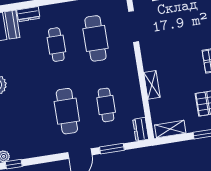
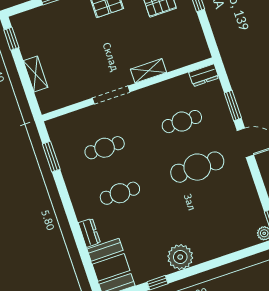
doorway: (134, 26) -> (111, 95), moved
cafe table: (95, 38) -> (105, 148), width x0.73, depth x0.74
shelving: (170, 129) -> (198, 40), removed

